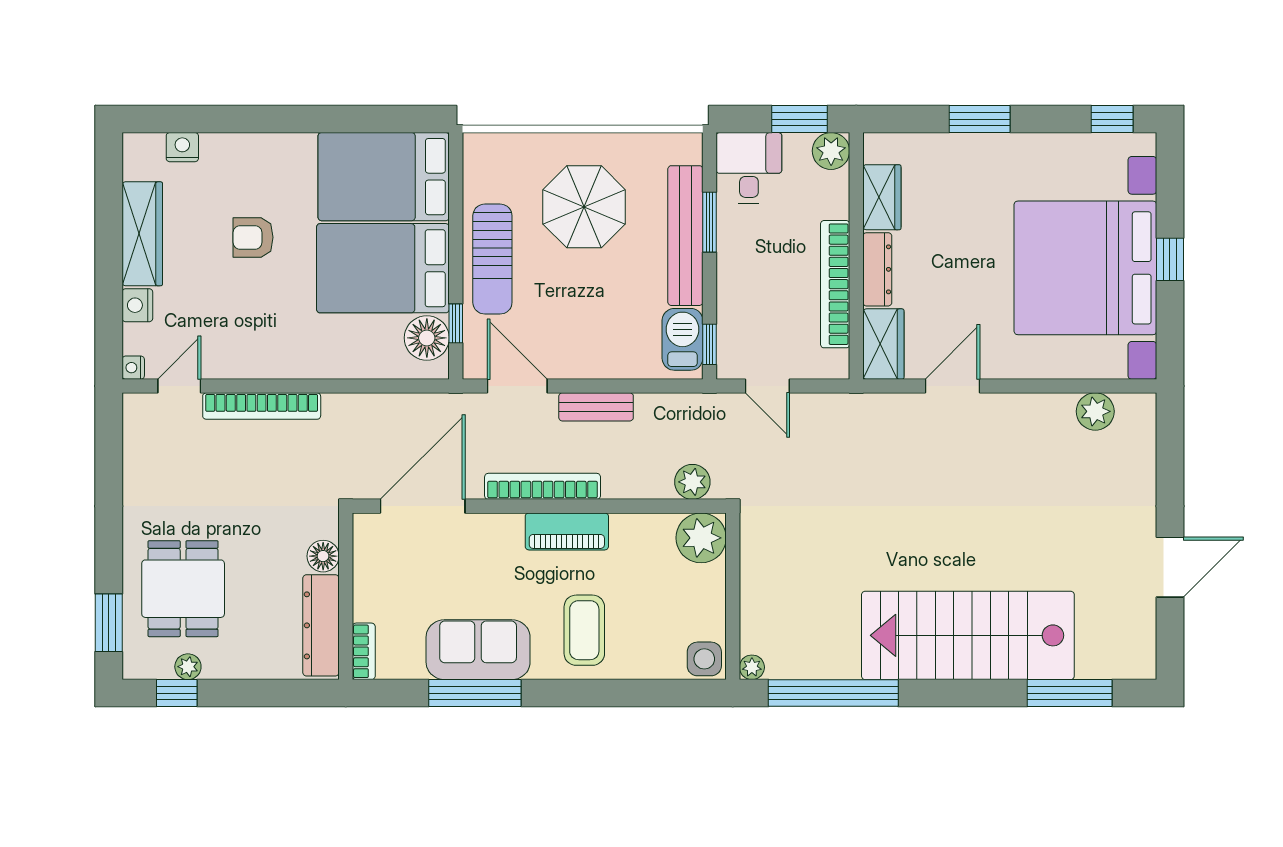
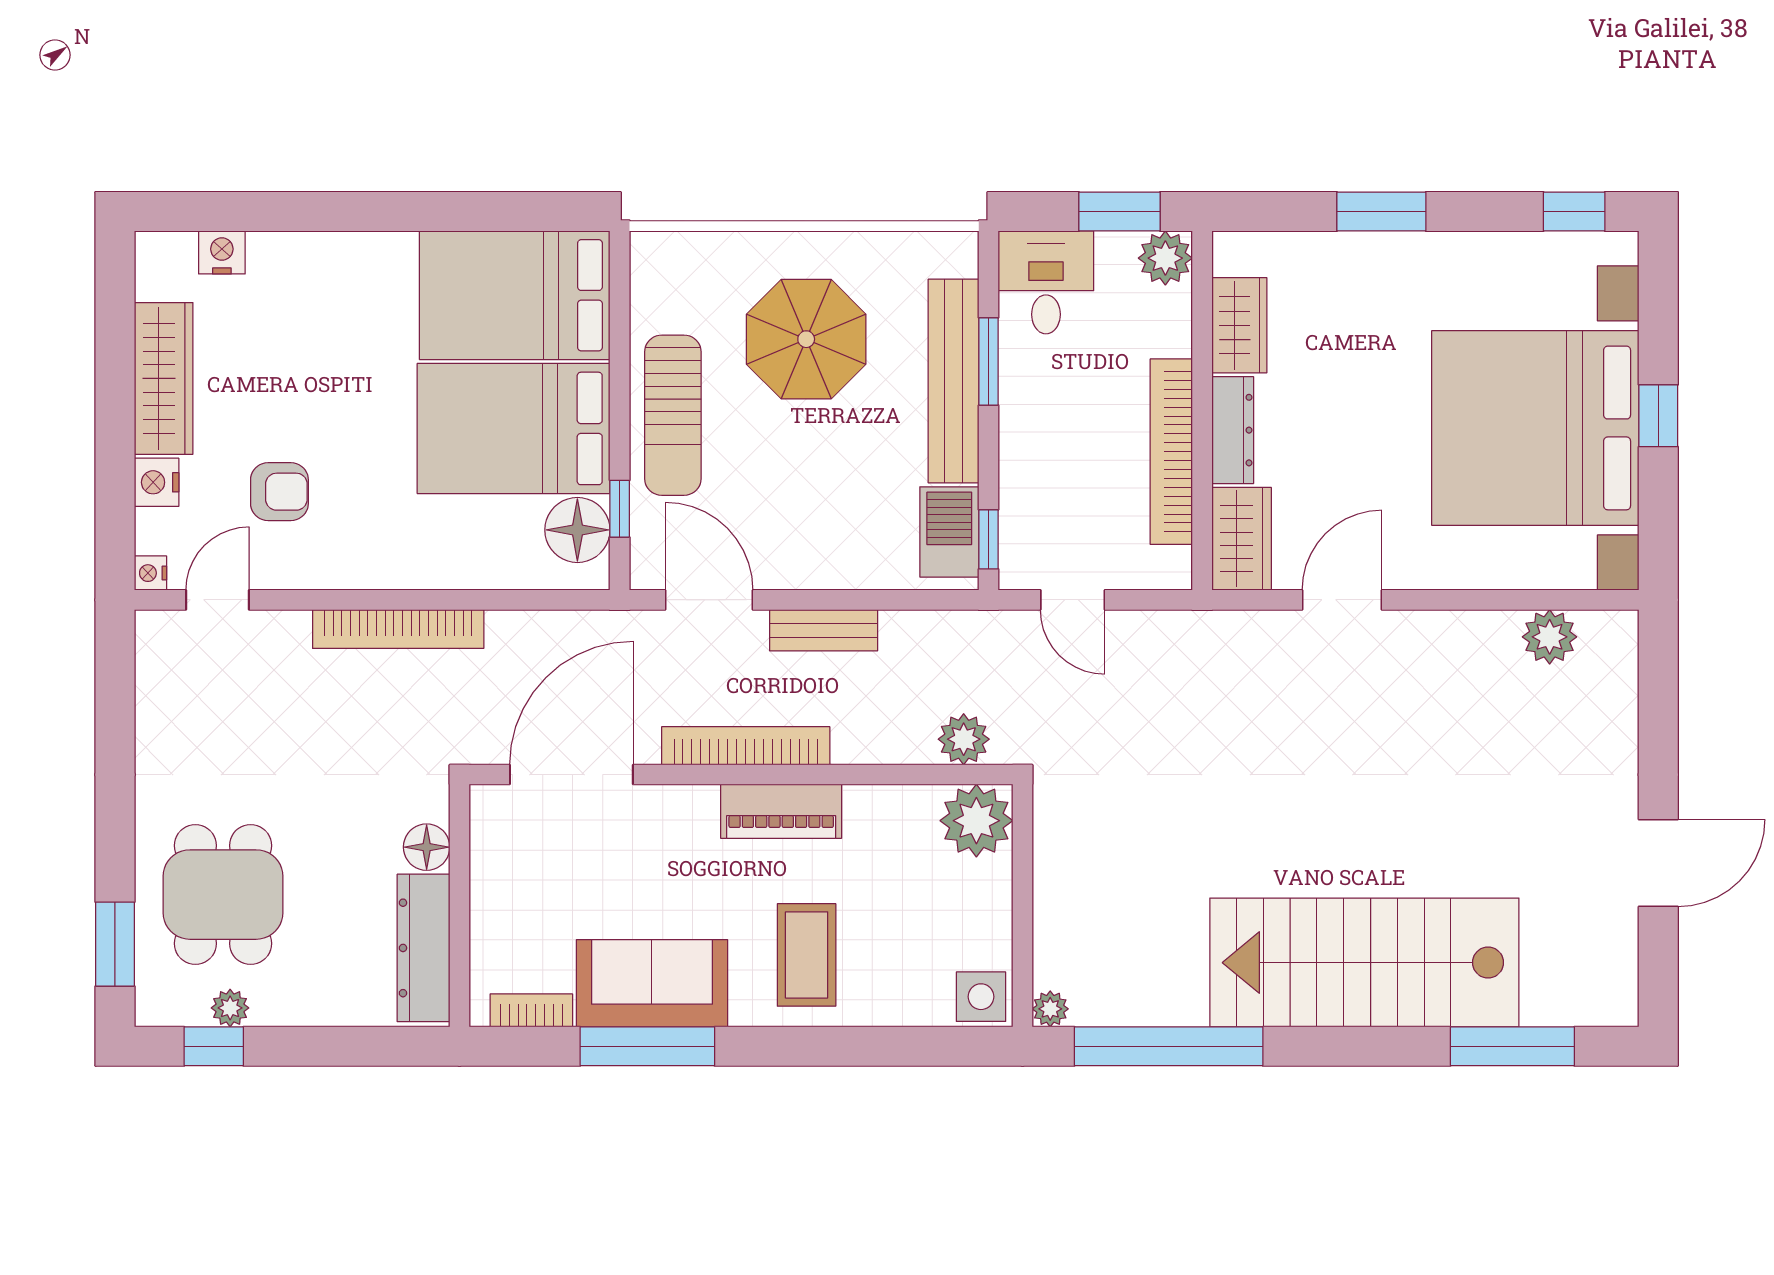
armchair: (253, 237) -> (279, 492), moved, turned 180
bookcase: (262, 406) -> (398, 629), moved
bookcase: (364, 651) -> (531, 1010), moved, turned -90

